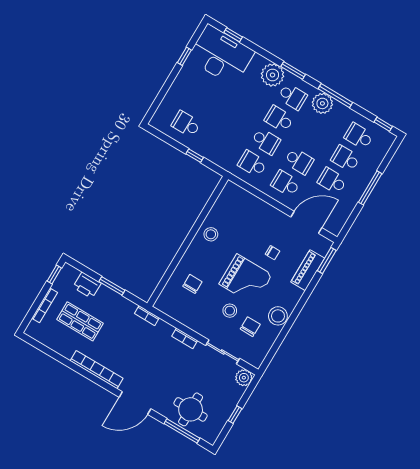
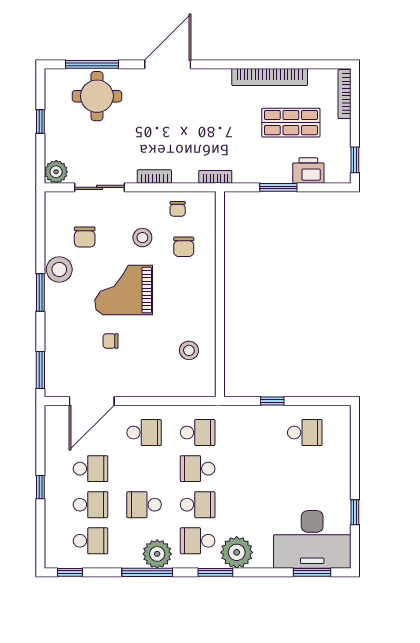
window: (233, 35) -> (312, 572), width x1.50
school desk: (299, 161) -> (144, 505), moved
window: (370, 188) -> (40, 487), width x0.46
stool: (211, 234) -> (189, 350), moved
piano: (308, 270) -> (56, 345), removed
bookcase: (45, 305) -> (344, 94), moved
window: (298, 309) -> (40, 293), added
chair: (182, 310) -> (178, 209), added
stool: (230, 311) -> (142, 238), moved
bookcase: (97, 370) -> (270, 77), moved

